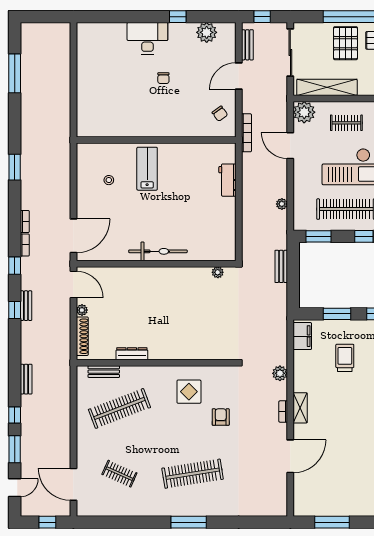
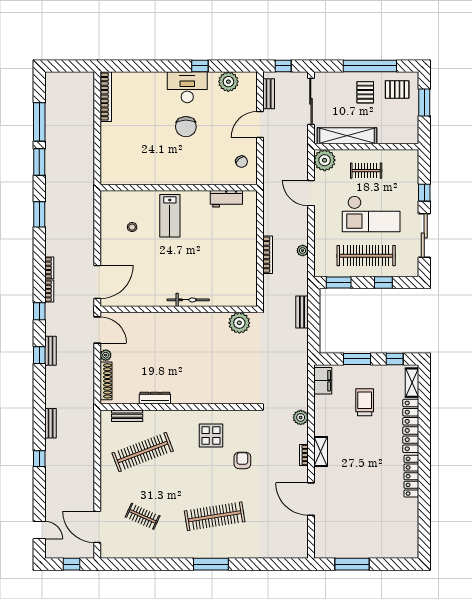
desk: (147, 38) -> (187, 87), moved
pallet: (346, 43) -> (365, 92), width x0.67, depth x0.71
bookcase: (82, 48) -> (106, 97), added
chair: (163, 78) -> (186, 127), width x1.87, depth x1.87
bookcase: (246, 133) -> (268, 255), moved
lab bench: (147, 169) -> (170, 216), turned 180
workbench: (227, 180) -> (226, 199), moved, turned -90
bicycle: (158, 251) -> (188, 300), width x0.73, depth x0.71
plant: (218, 272) -> (239, 323), width x1.88, depth x1.88
window: (15, 449) -> (39, 162), moved
door: (290, 456) -> (311, 499), swing flipped
door: (15, 488) -> (39, 530), hinge flipped

